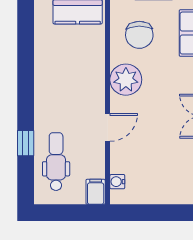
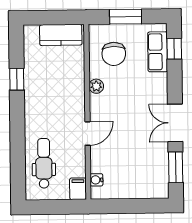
plant: (126, 80) -> (96, 86), width x0.53, depth x0.53
window: (26, 143) -> (17, 79), moved

